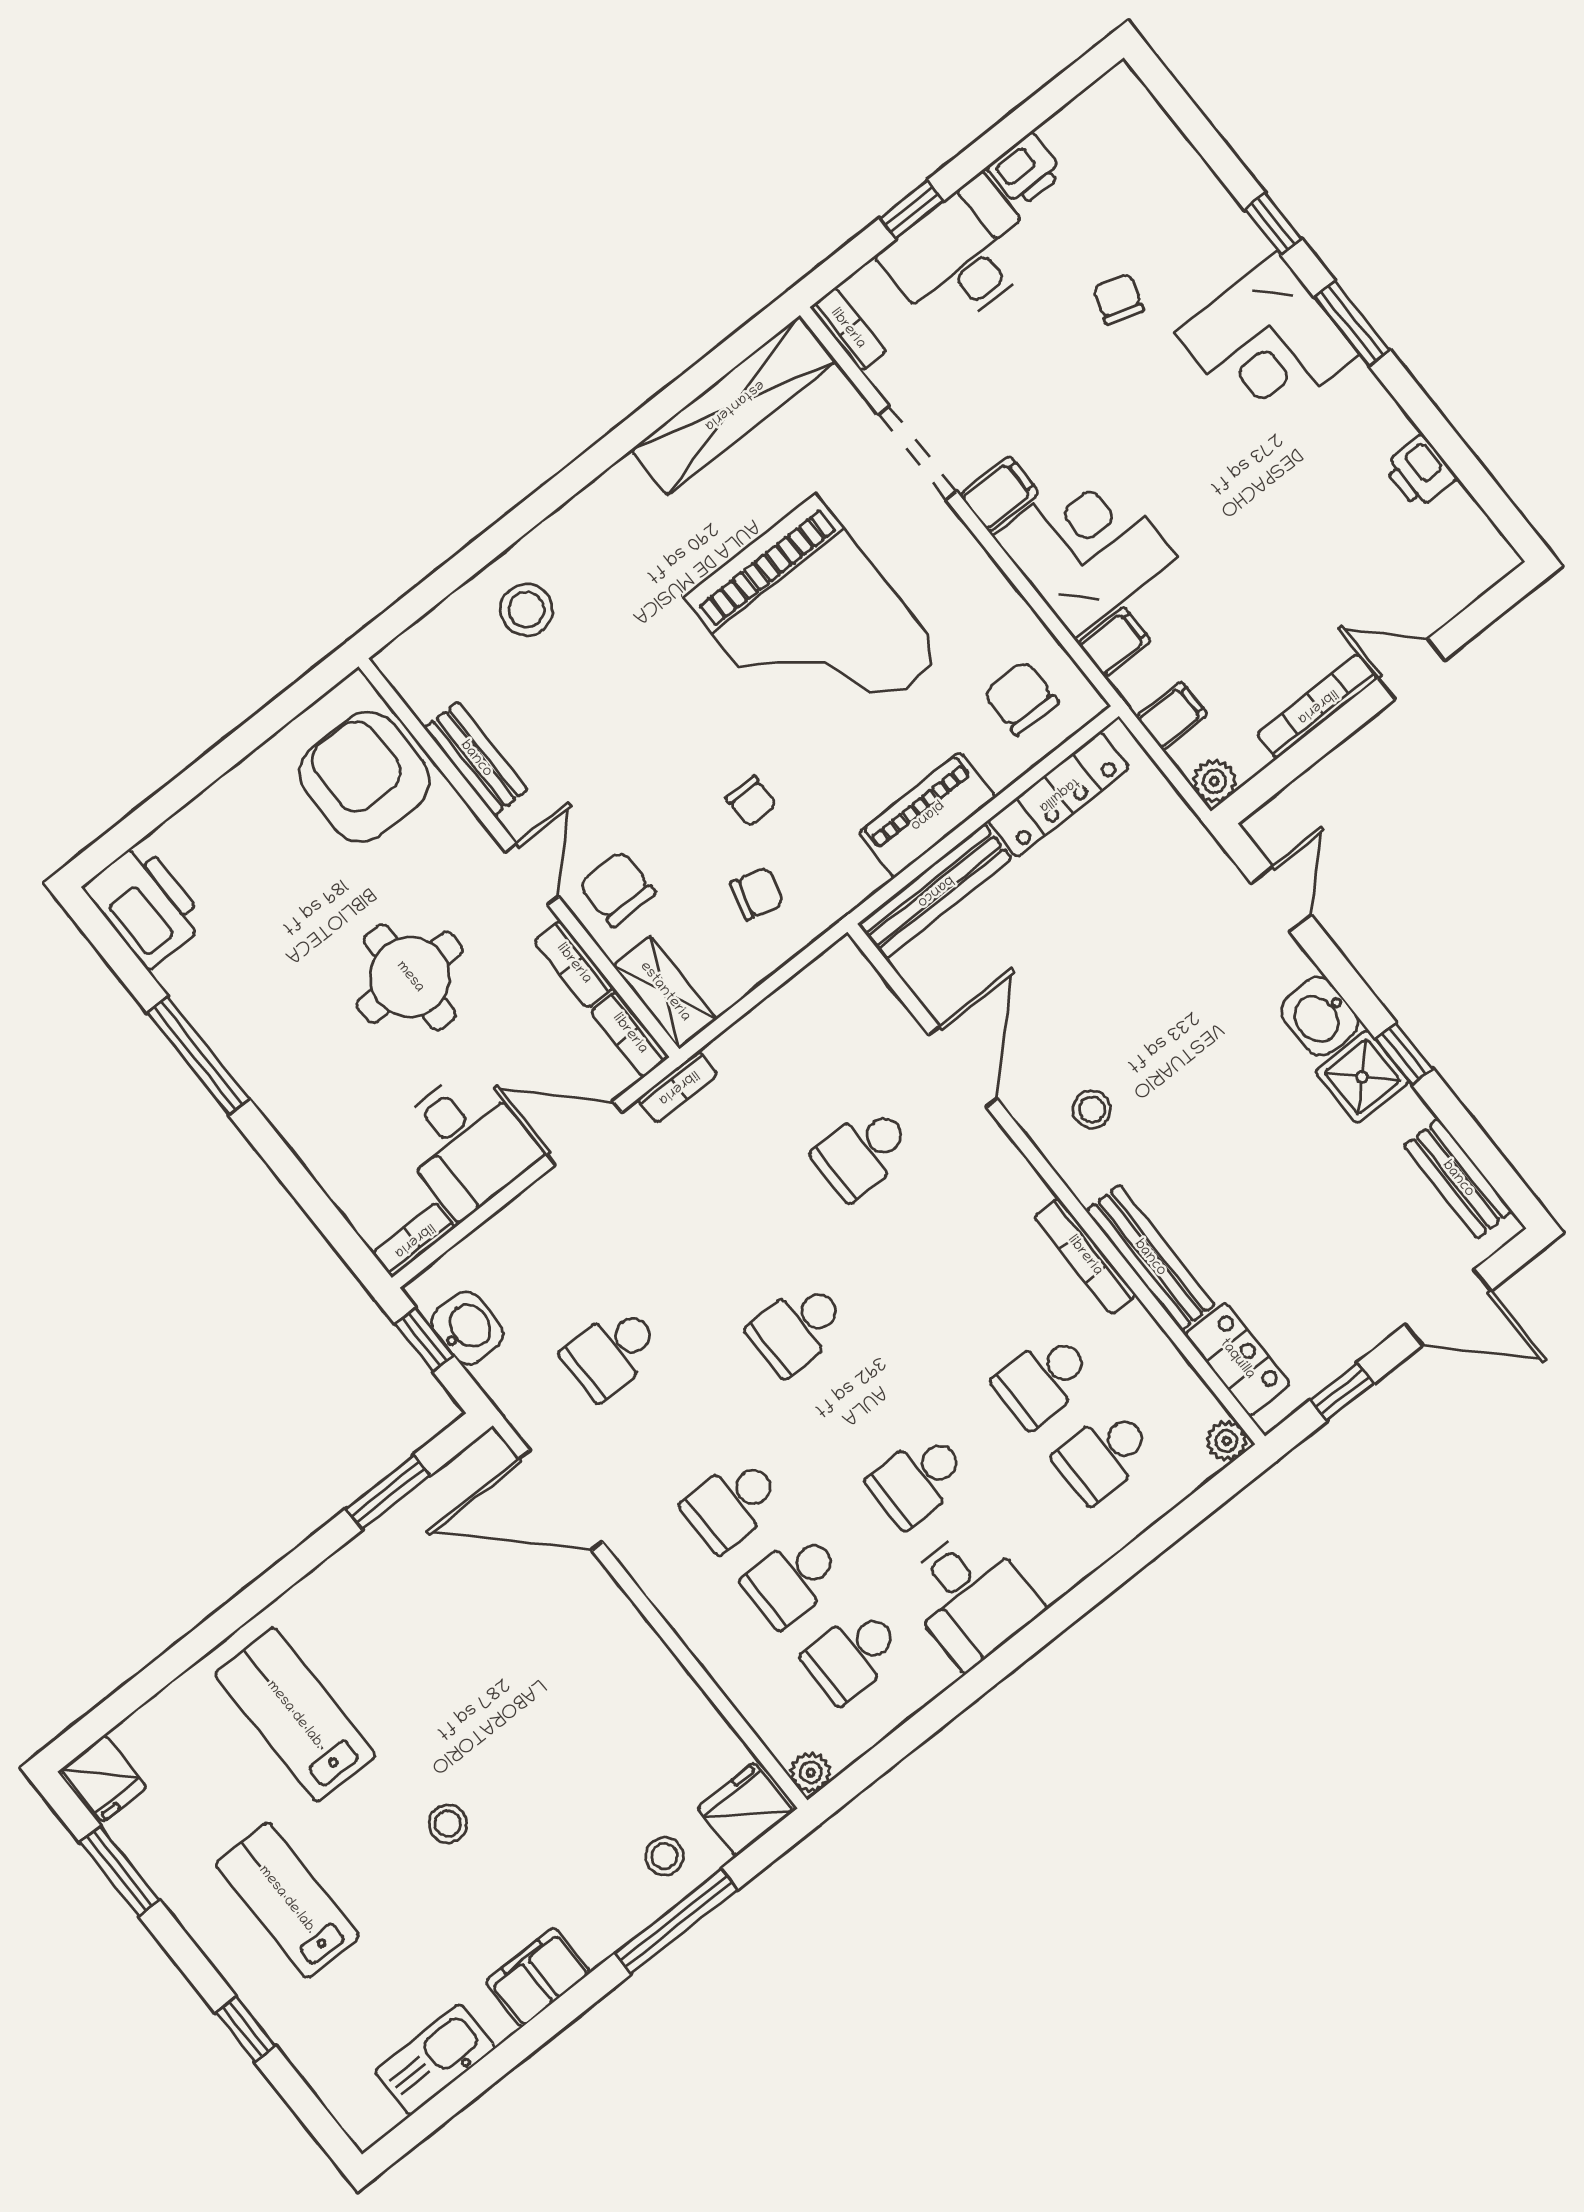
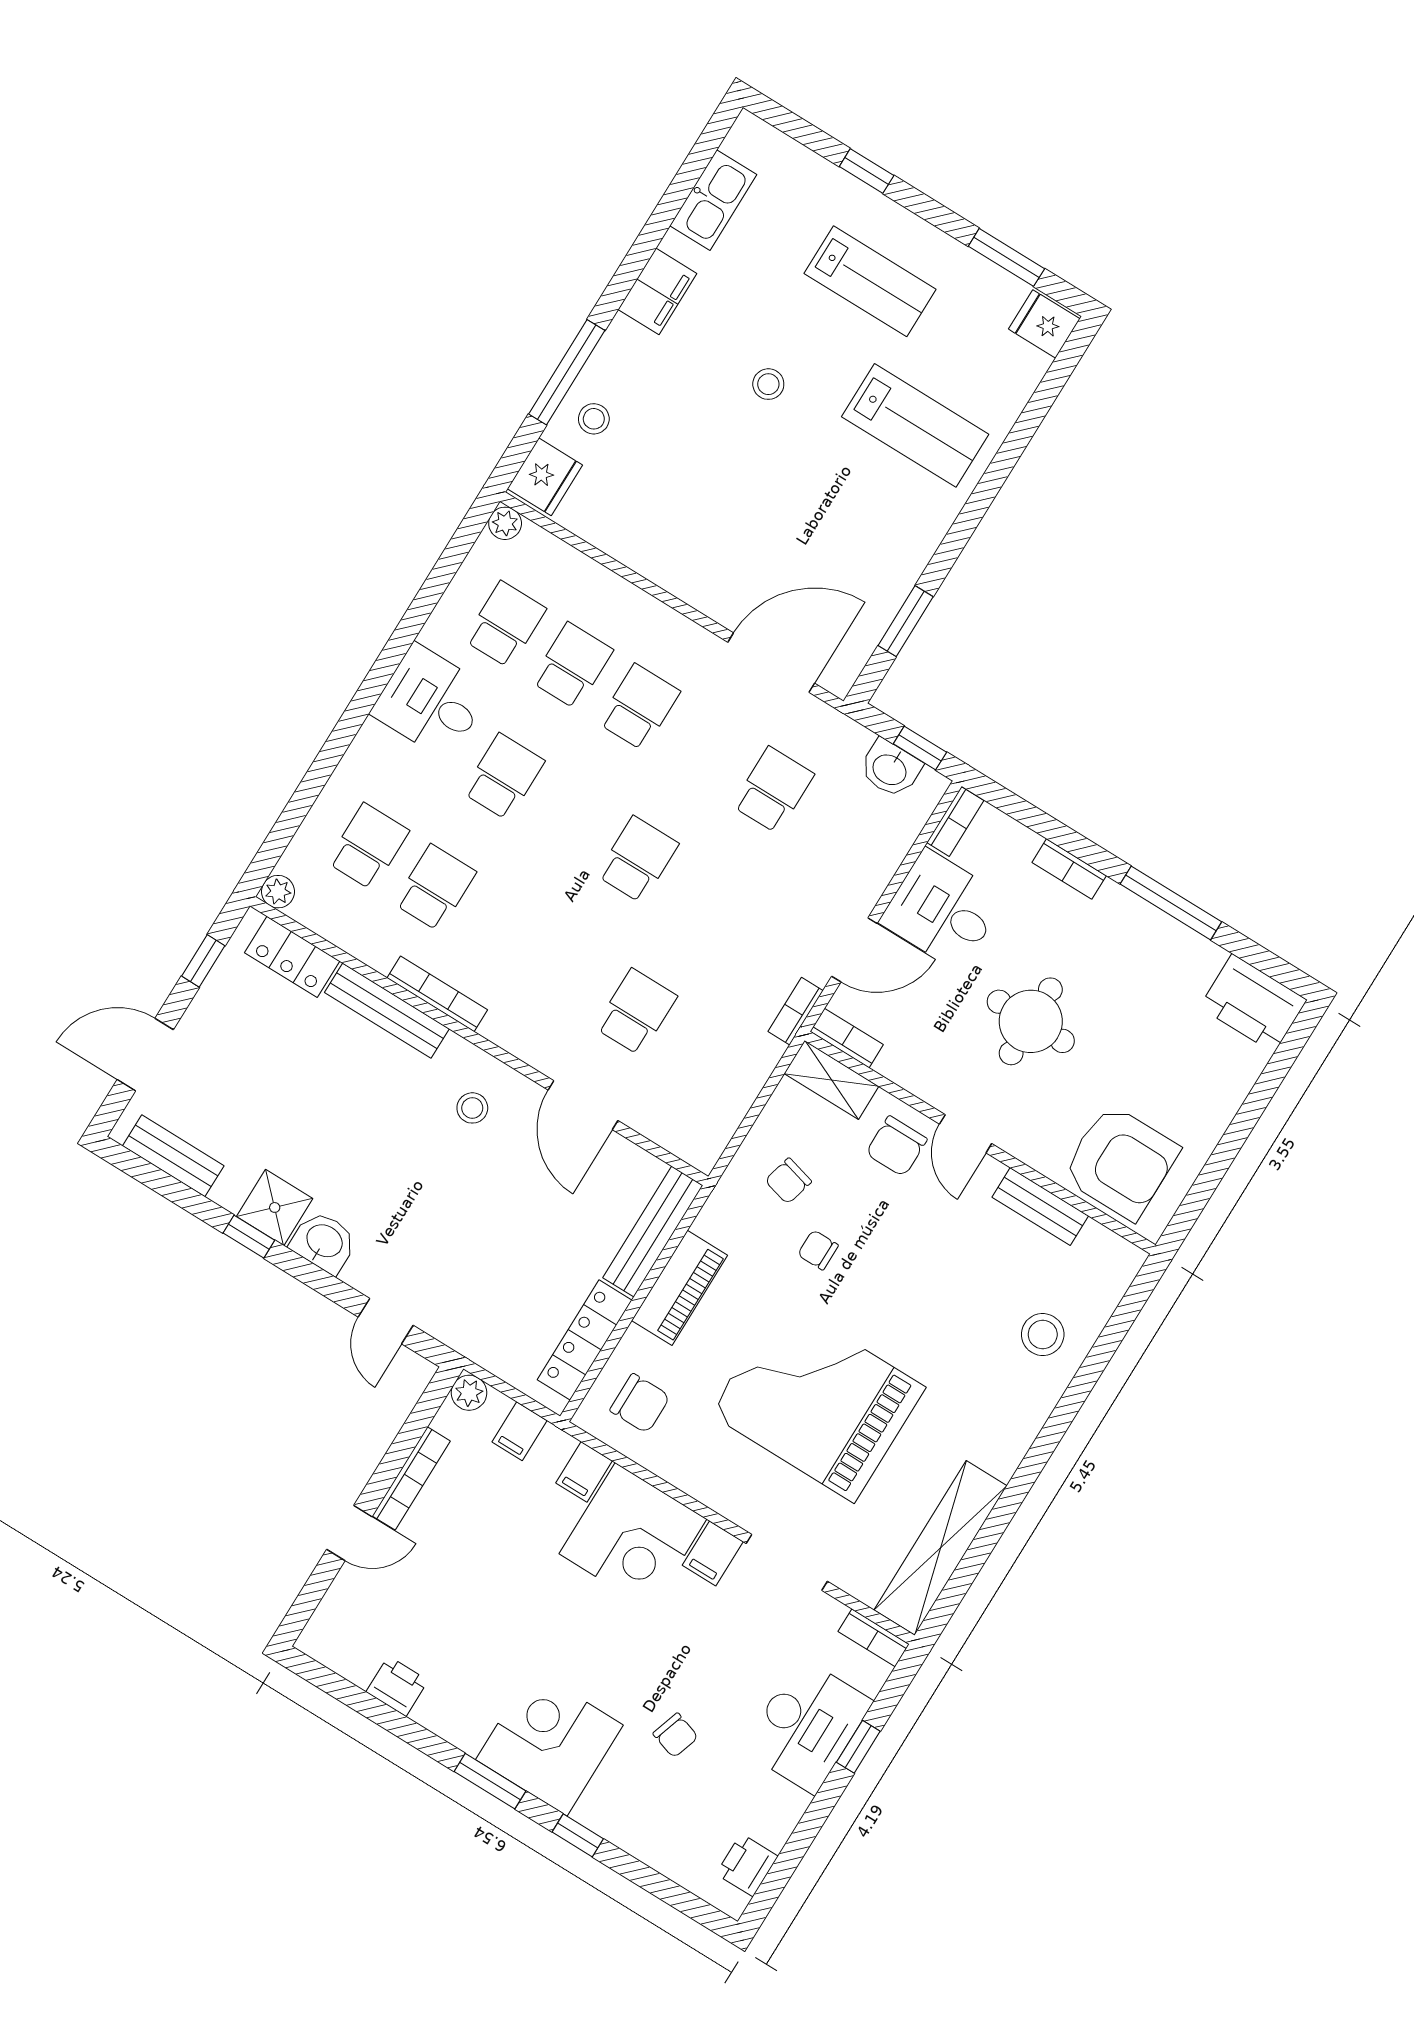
printer: (1025, 170) -> (747, 1865), moved
chair: (617, 889) -> (896, 1146), turned 90
bookcase: (574, 964) -> (1069, 869), moved, turned 180

